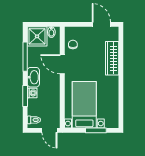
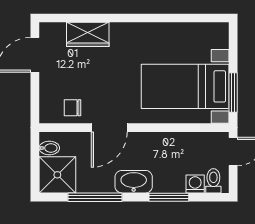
wardrobe: (112, 58) -> (88, 34), width x0.67
washing machine: (32, 93) -> (195, 184), moved
window: (96, 130) -> (233, 93), moved

